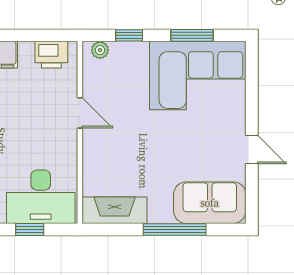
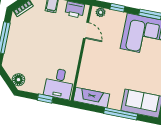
door: (80, 113) -> (86, 30), moved
desk: (41, 197) -> (59, 84), width x0.73

